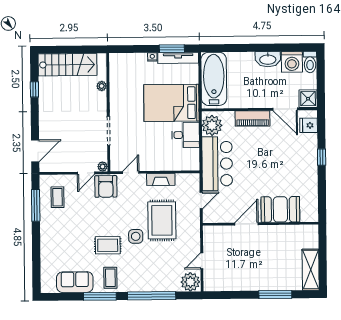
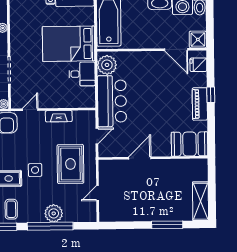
piano: (253, 119) -> (200, 104), moved, turned 90
booth: (280, 209) -> (190, 144), moved
rug: (162, 220) -> (70, 164), moved
plant: (190, 282) -> (54, 213), moved

